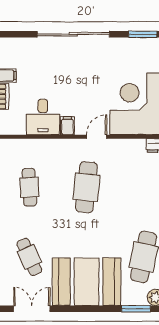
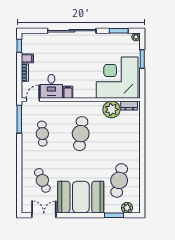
door: (97, 137) -> (33, 100), moved
plant: (132, 151) -> (112, 109), added

